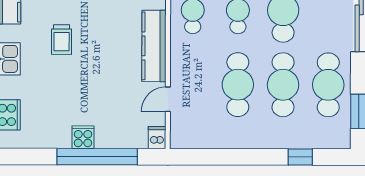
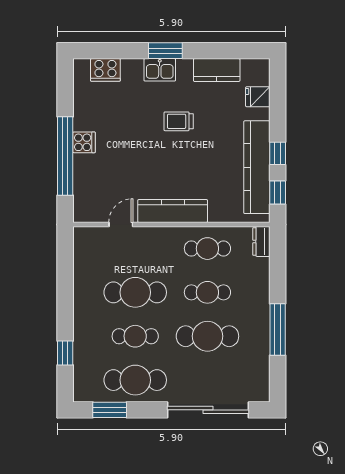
cafe table: (283, 85) -> (135, 336), width x0.73, depth x0.74
door: (168, 99) -> (121, 225), hinge flipped
dishwasher: (157, 138) -> (84, 214), removed

